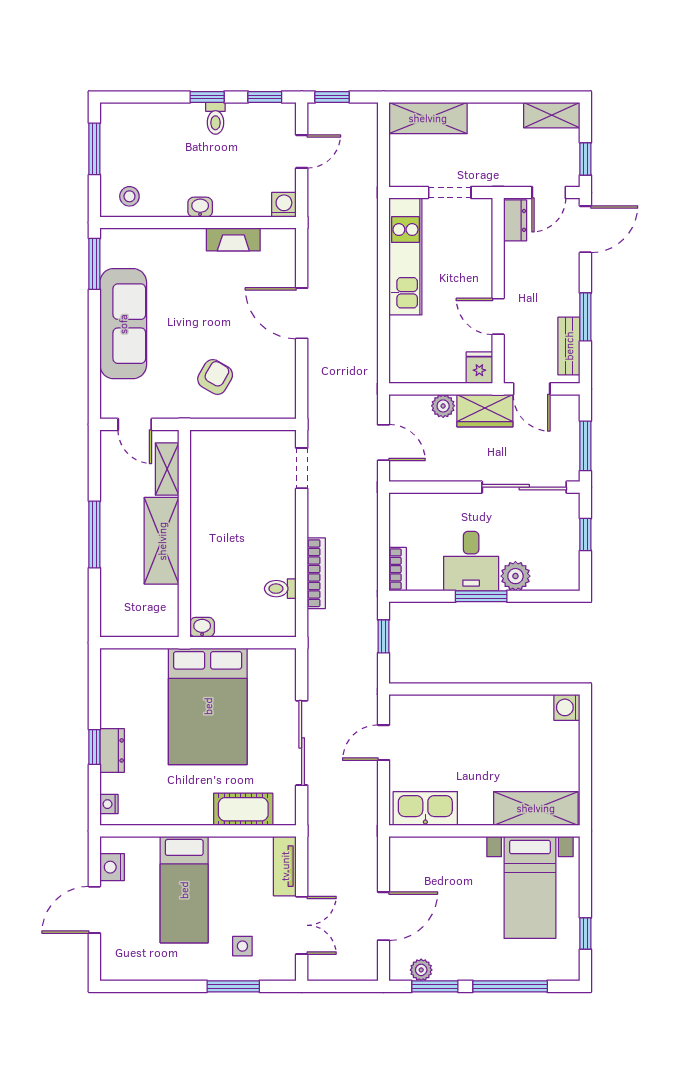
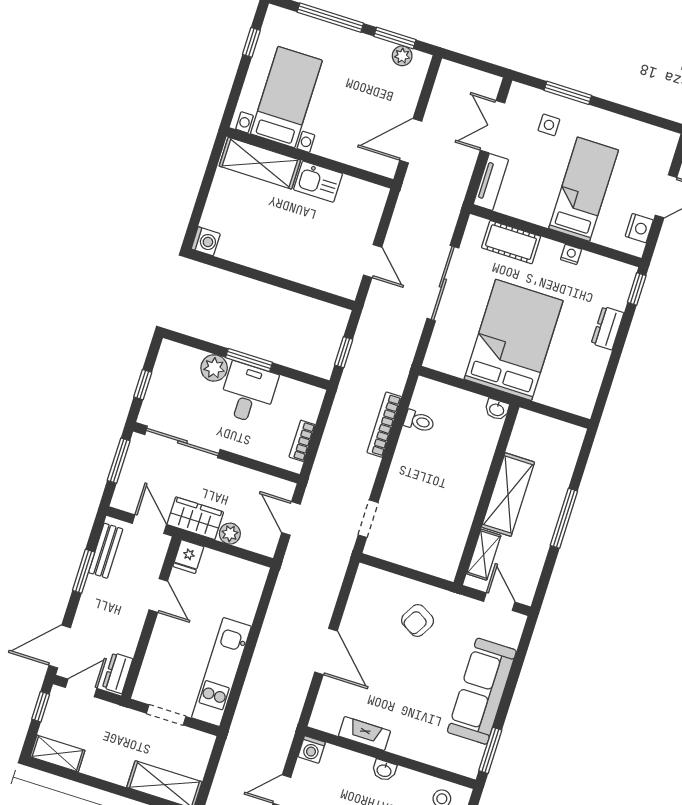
bookcase: (398, 569) -> (302, 441), moved
door: (384, 743) -> (373, 261), hinge flipped
window: (94, 747) -> (637, 289), moved
nightstand: (109, 804) -> (571, 254), moved, turned -90
kitchen sink: (425, 808) -> (318, 182), moved, width x0.73
door: (384, 916) -> (411, 141), moved

